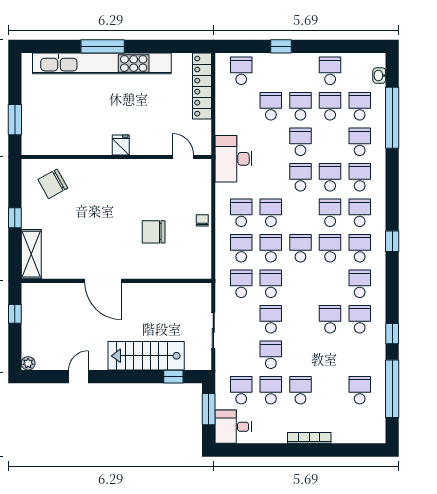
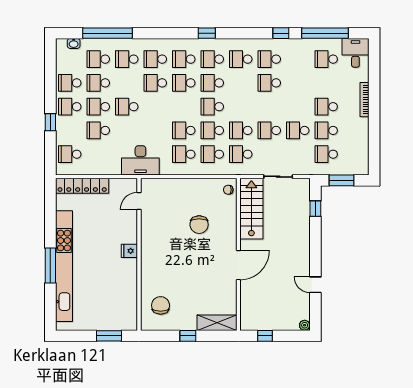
school desk: (300, 177) -> (70, 107), moved
chair: (53, 184) -> (161, 305), turned -151
chair: (202, 220) -> (228, 190), moved
stairs: (146, 356) -> (251, 209), moved, turned 180
desk: (233, 427) -> (355, 53), moved, turned 180

